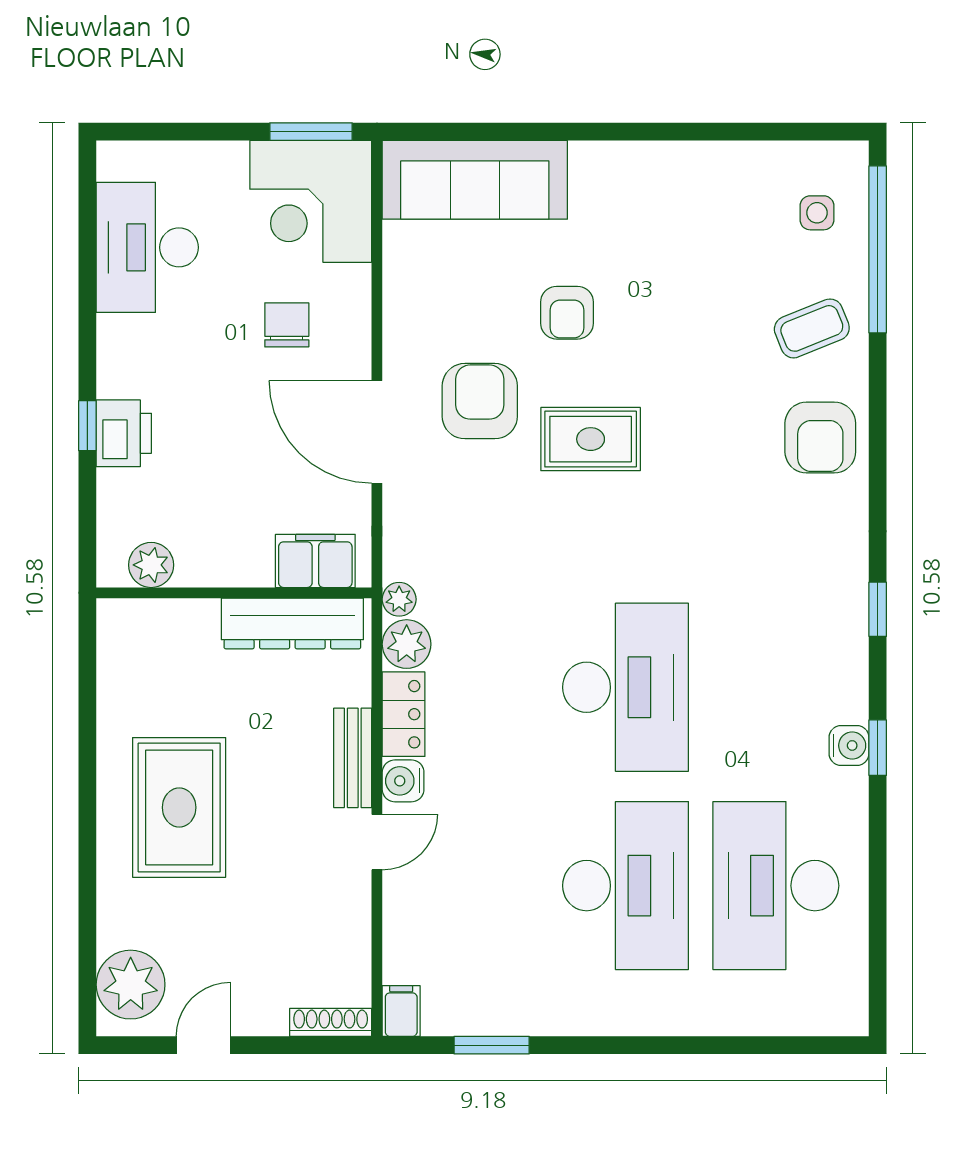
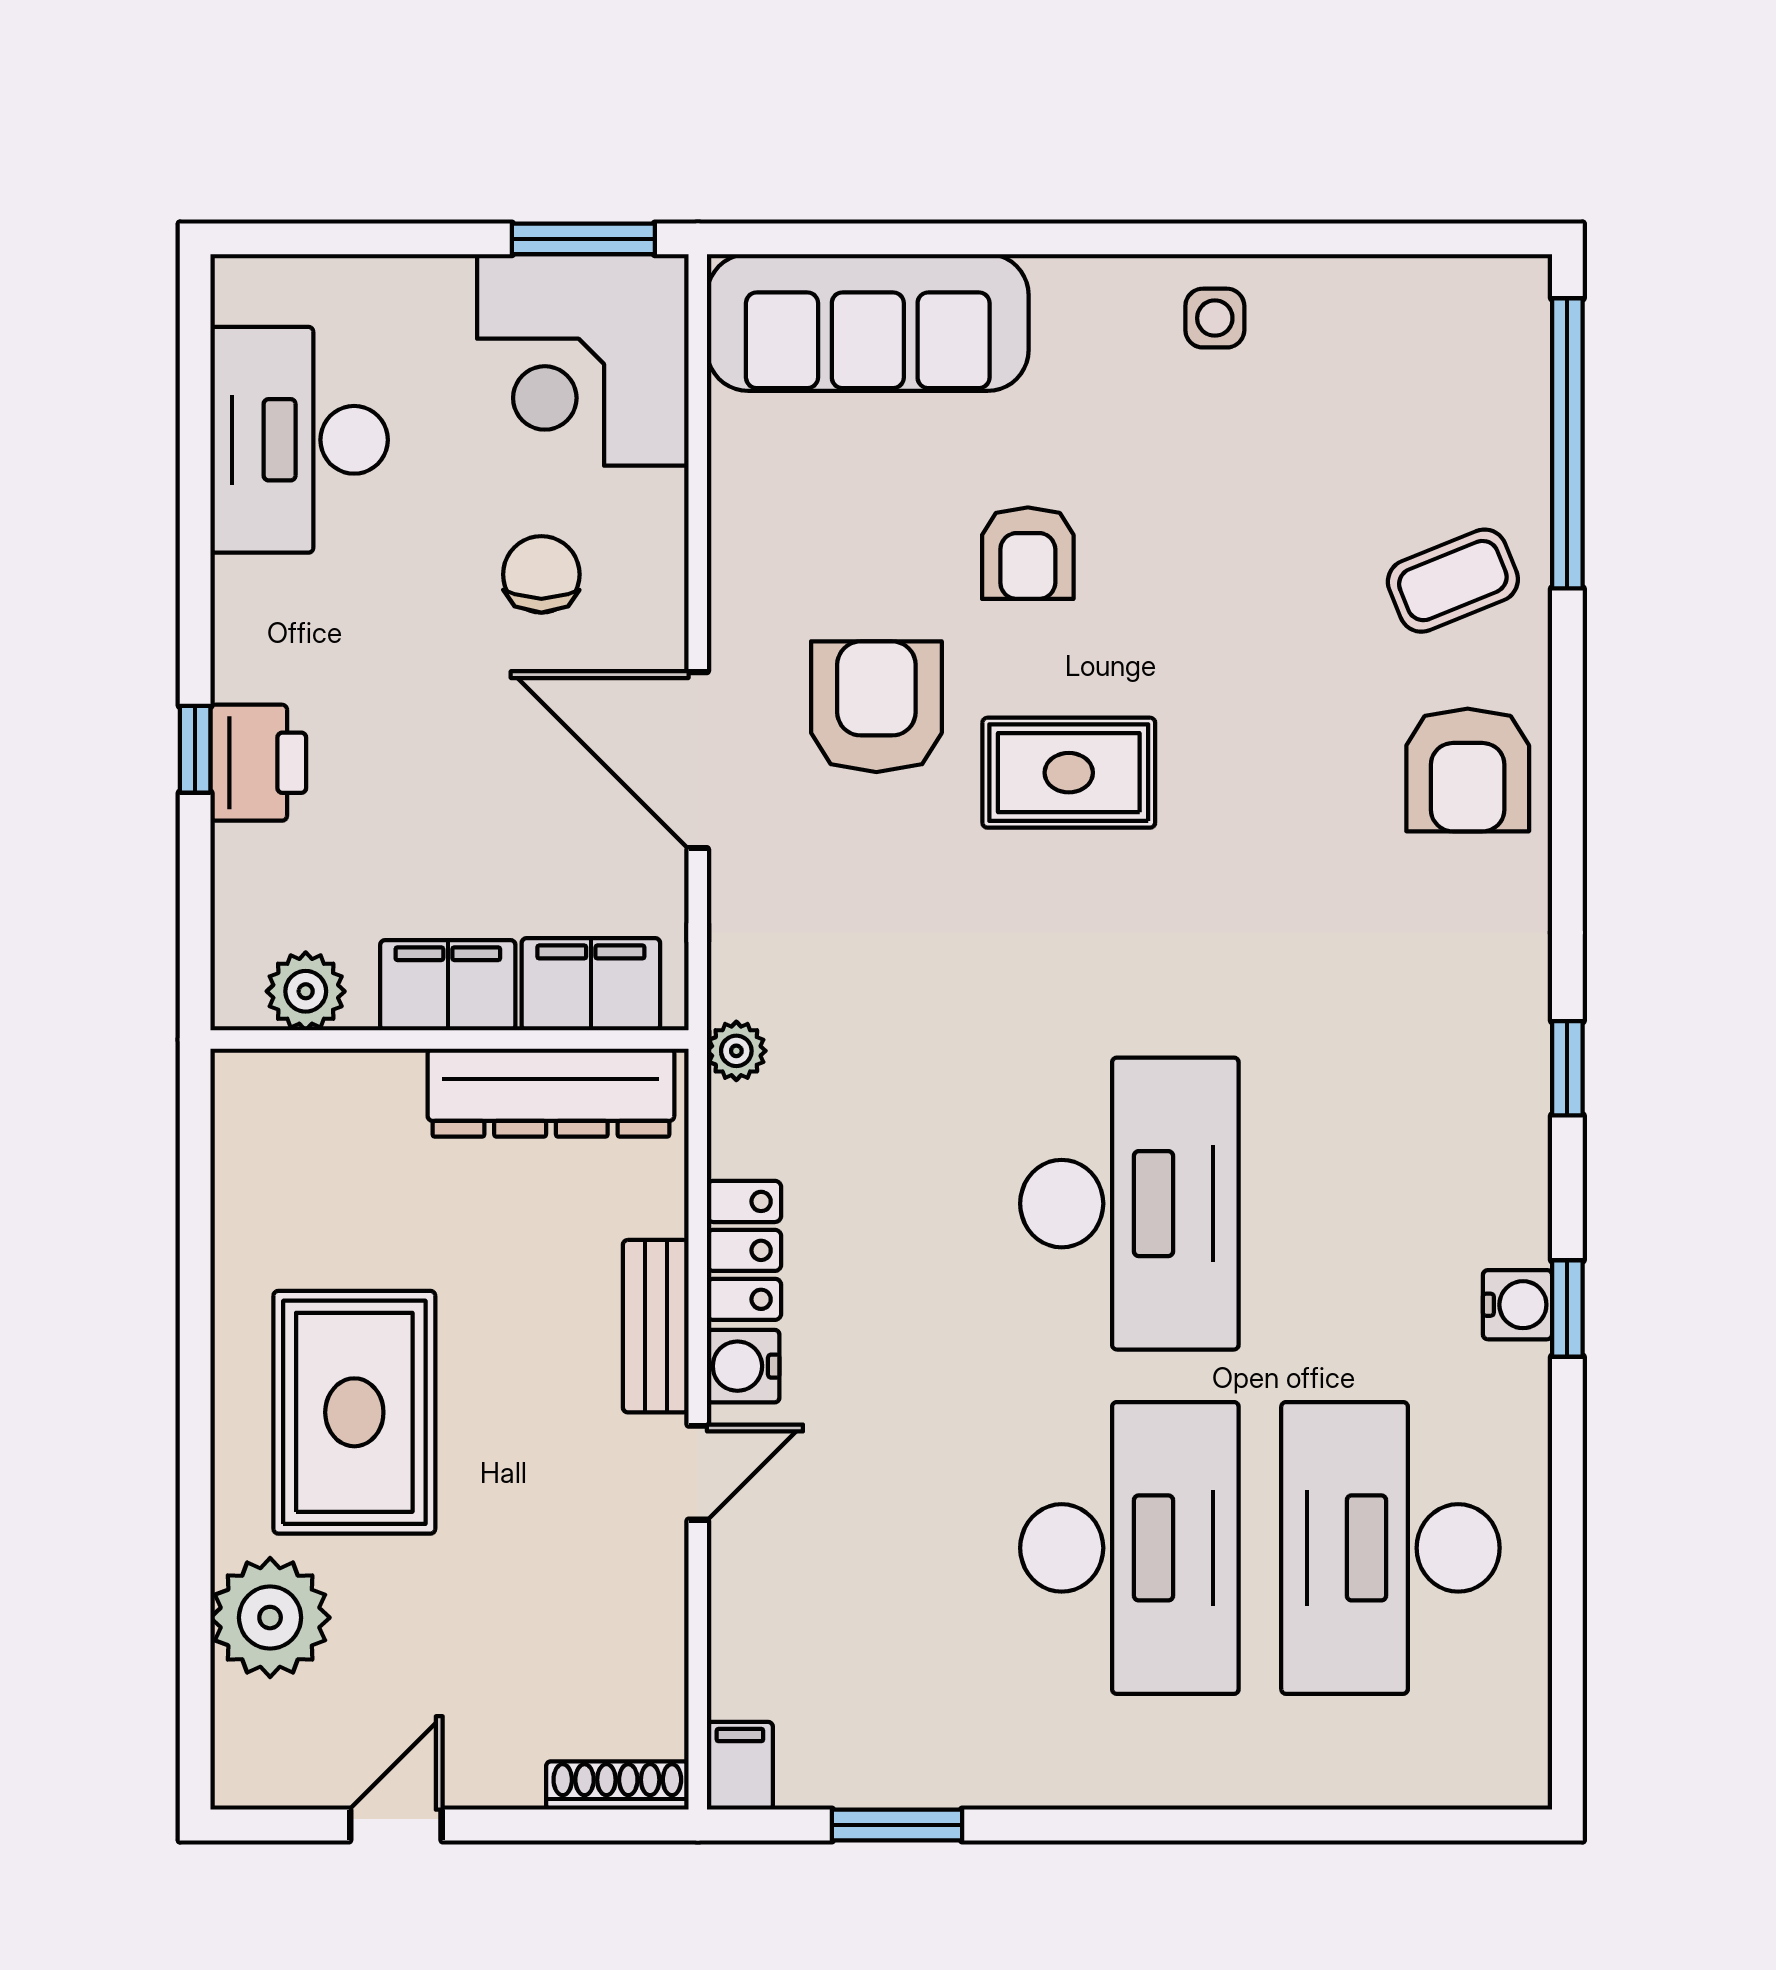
side table: (817, 213) -> (1215, 318), moved
filing cabinet: (233, 562) -> (448, 985), added
plant: (407, 644) -> (749, 1129), removed
plant: (131, 985) -> (270, 1618), moved

